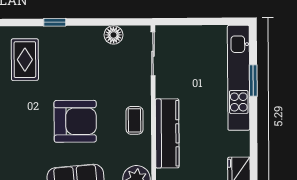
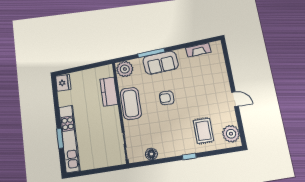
coffee table: (135, 120) -> (131, 103), width x1.86, depth x1.72
armchair: (75, 121) -> (167, 98), width x0.53, depth x0.53
kitchen counter: (167, 133) -> (109, 92), width x0.67

